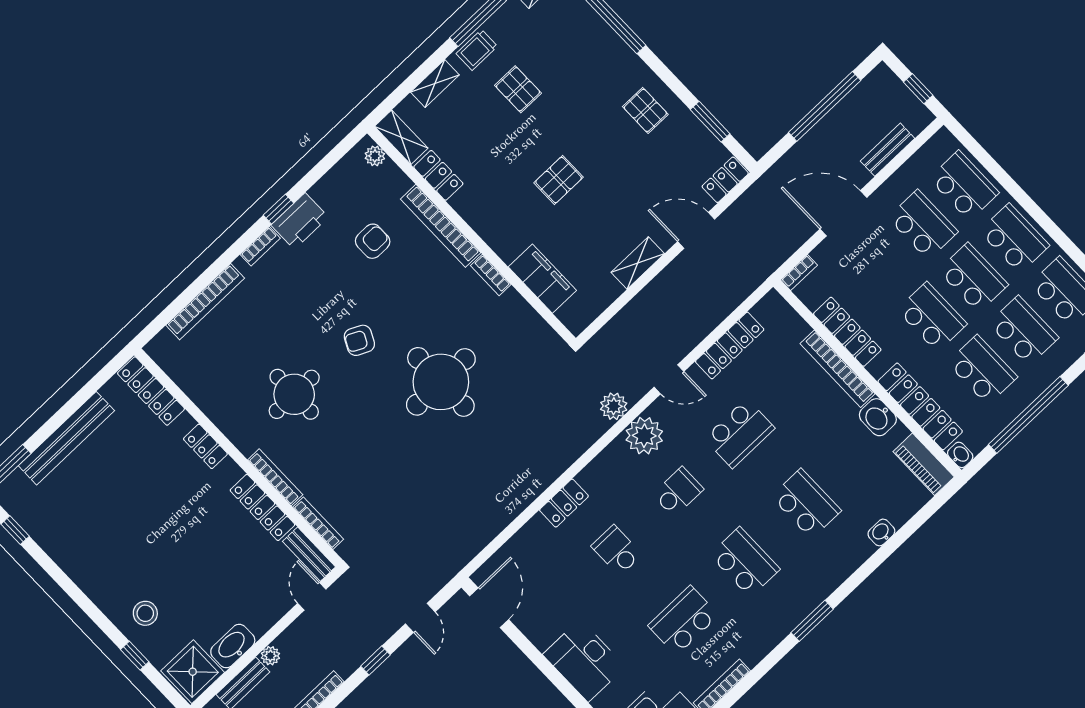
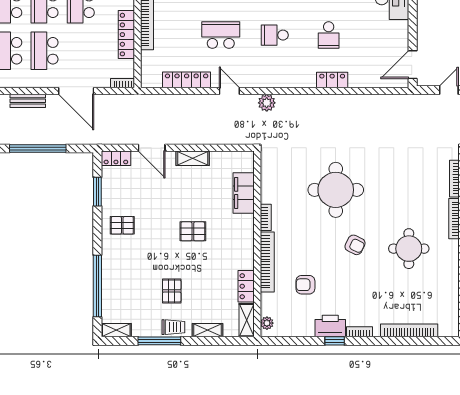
pallet: (645, 110) -> (122, 225), turned 90
plant: (644, 436) -> (266, 76), removed

